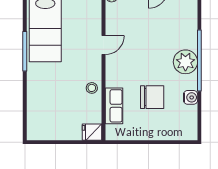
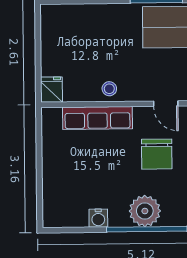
chair: (152, 97) -> (157, 154), moved
row of seats: (114, 106) -> (97, 118), width x1.48

